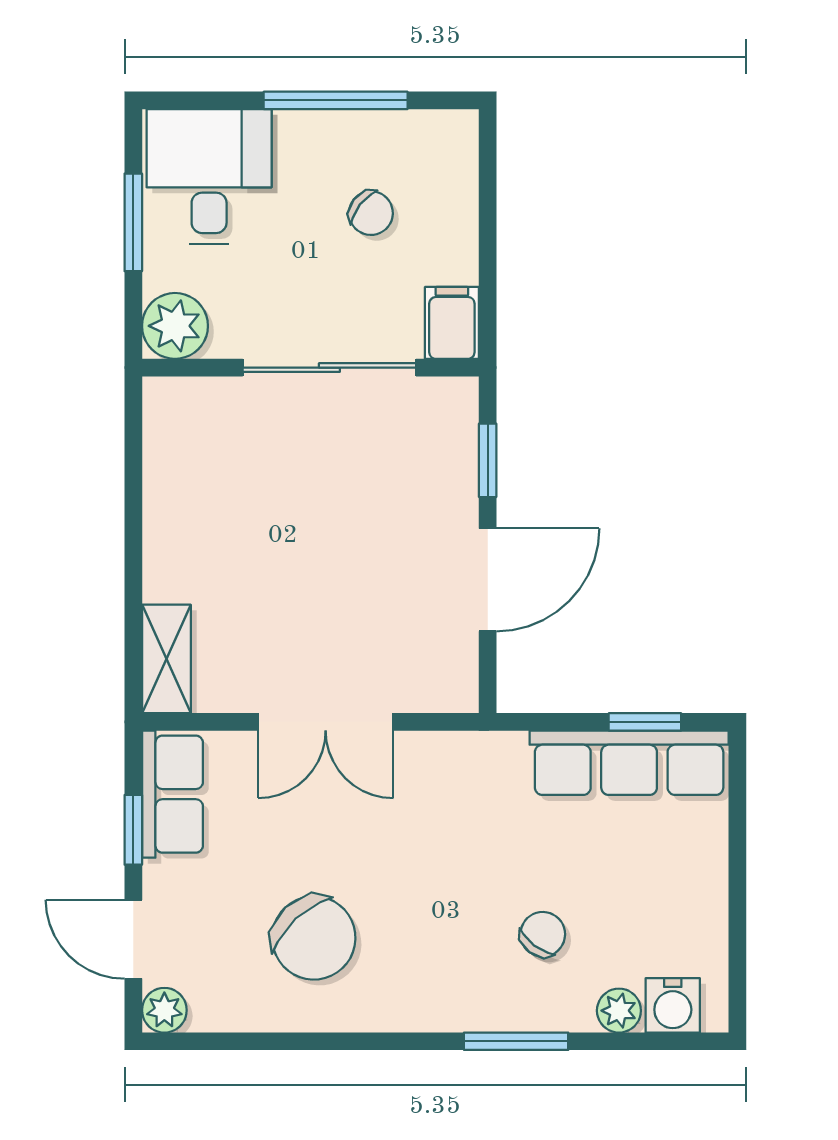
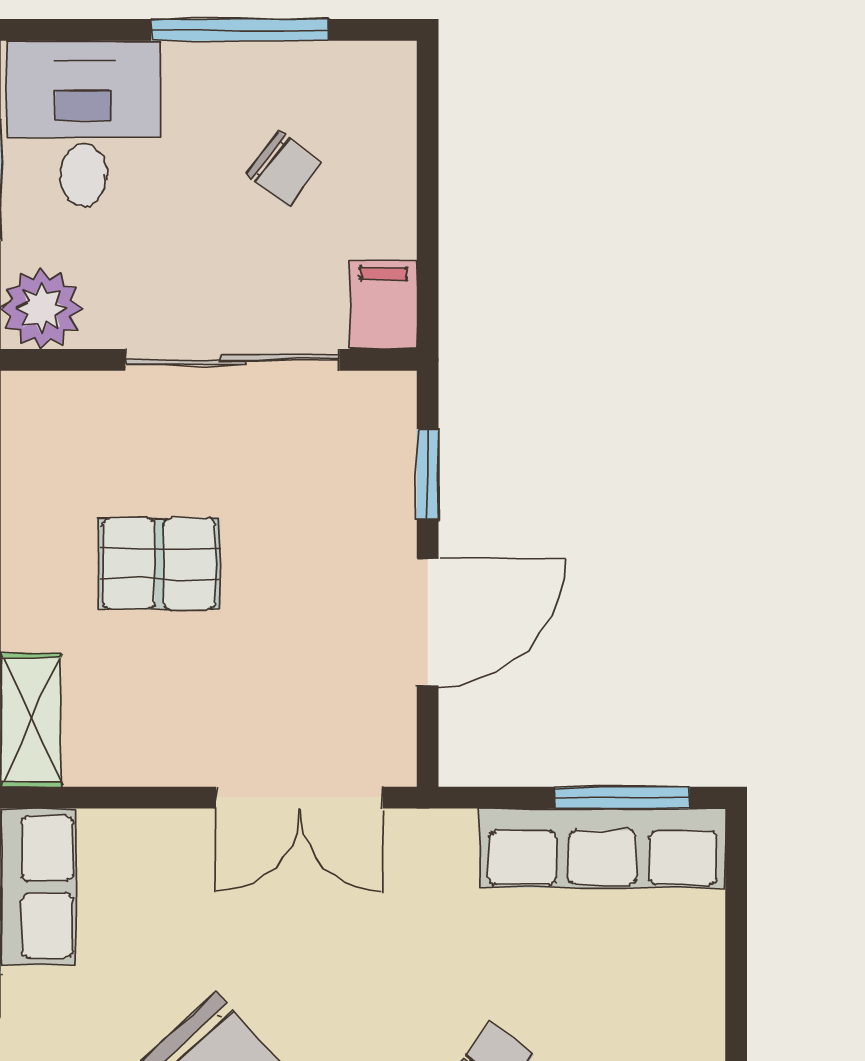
pallet: (270, 533) -> (159, 564), added
double door: (326, 722) -> (299, 798), moved
window: (645, 722) -> (622, 798), width x1.50

